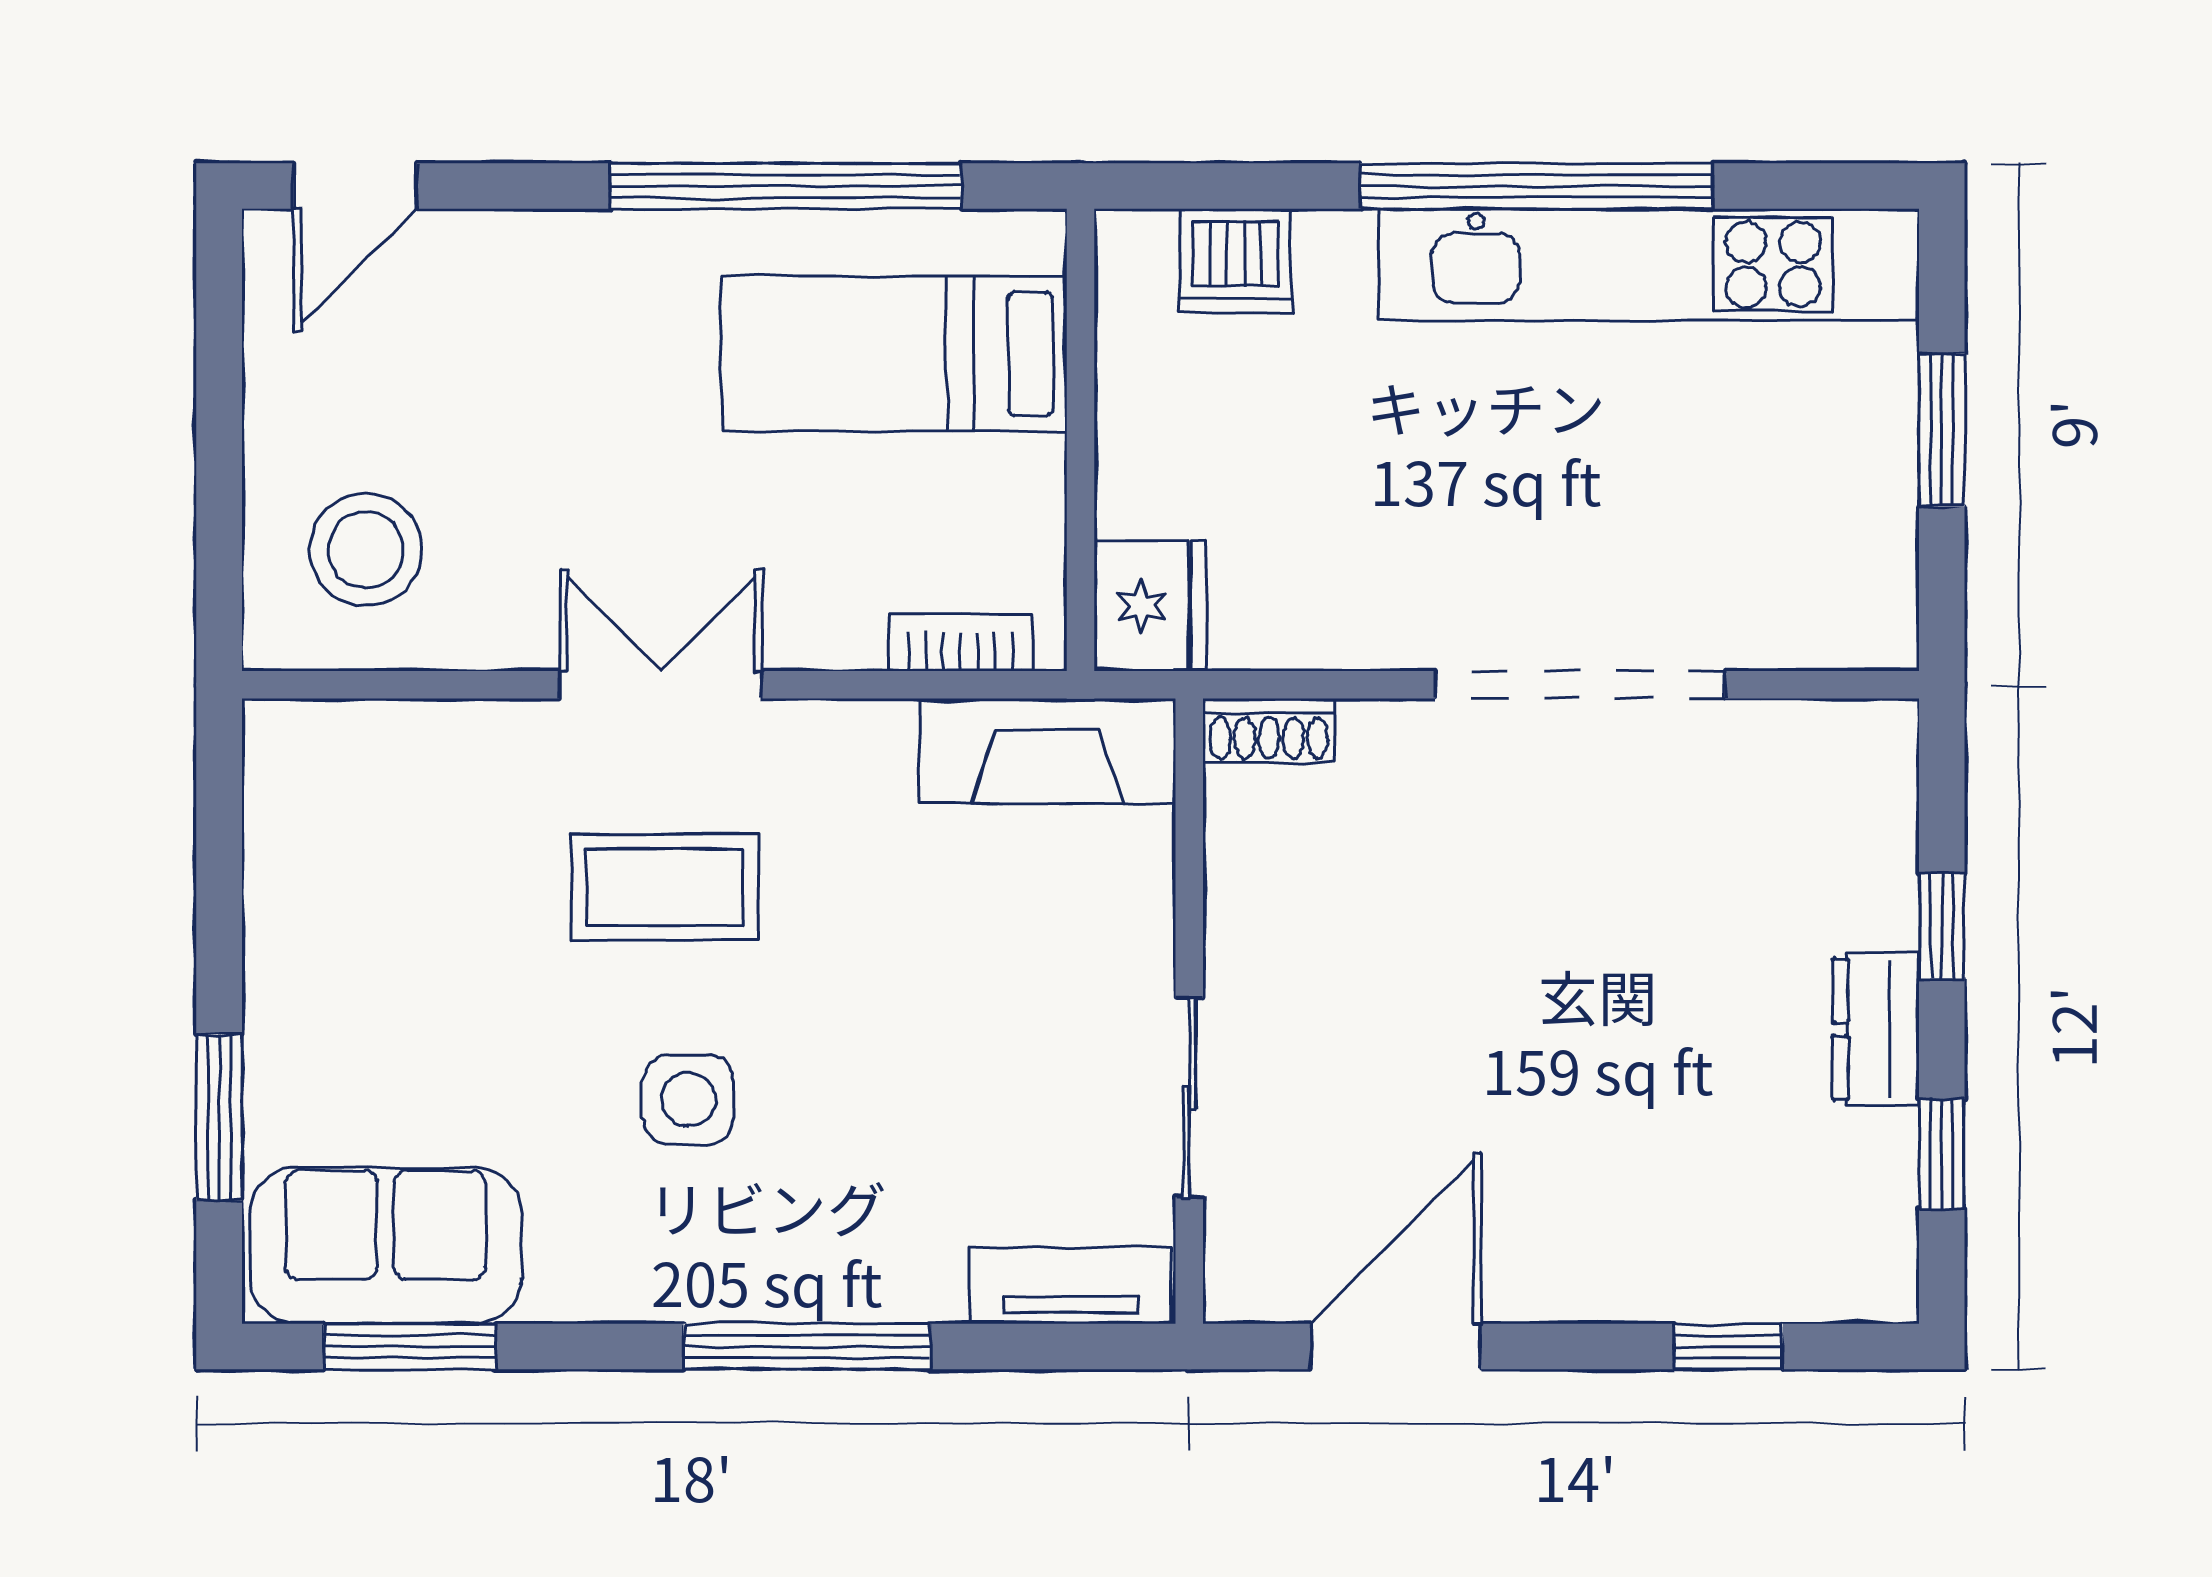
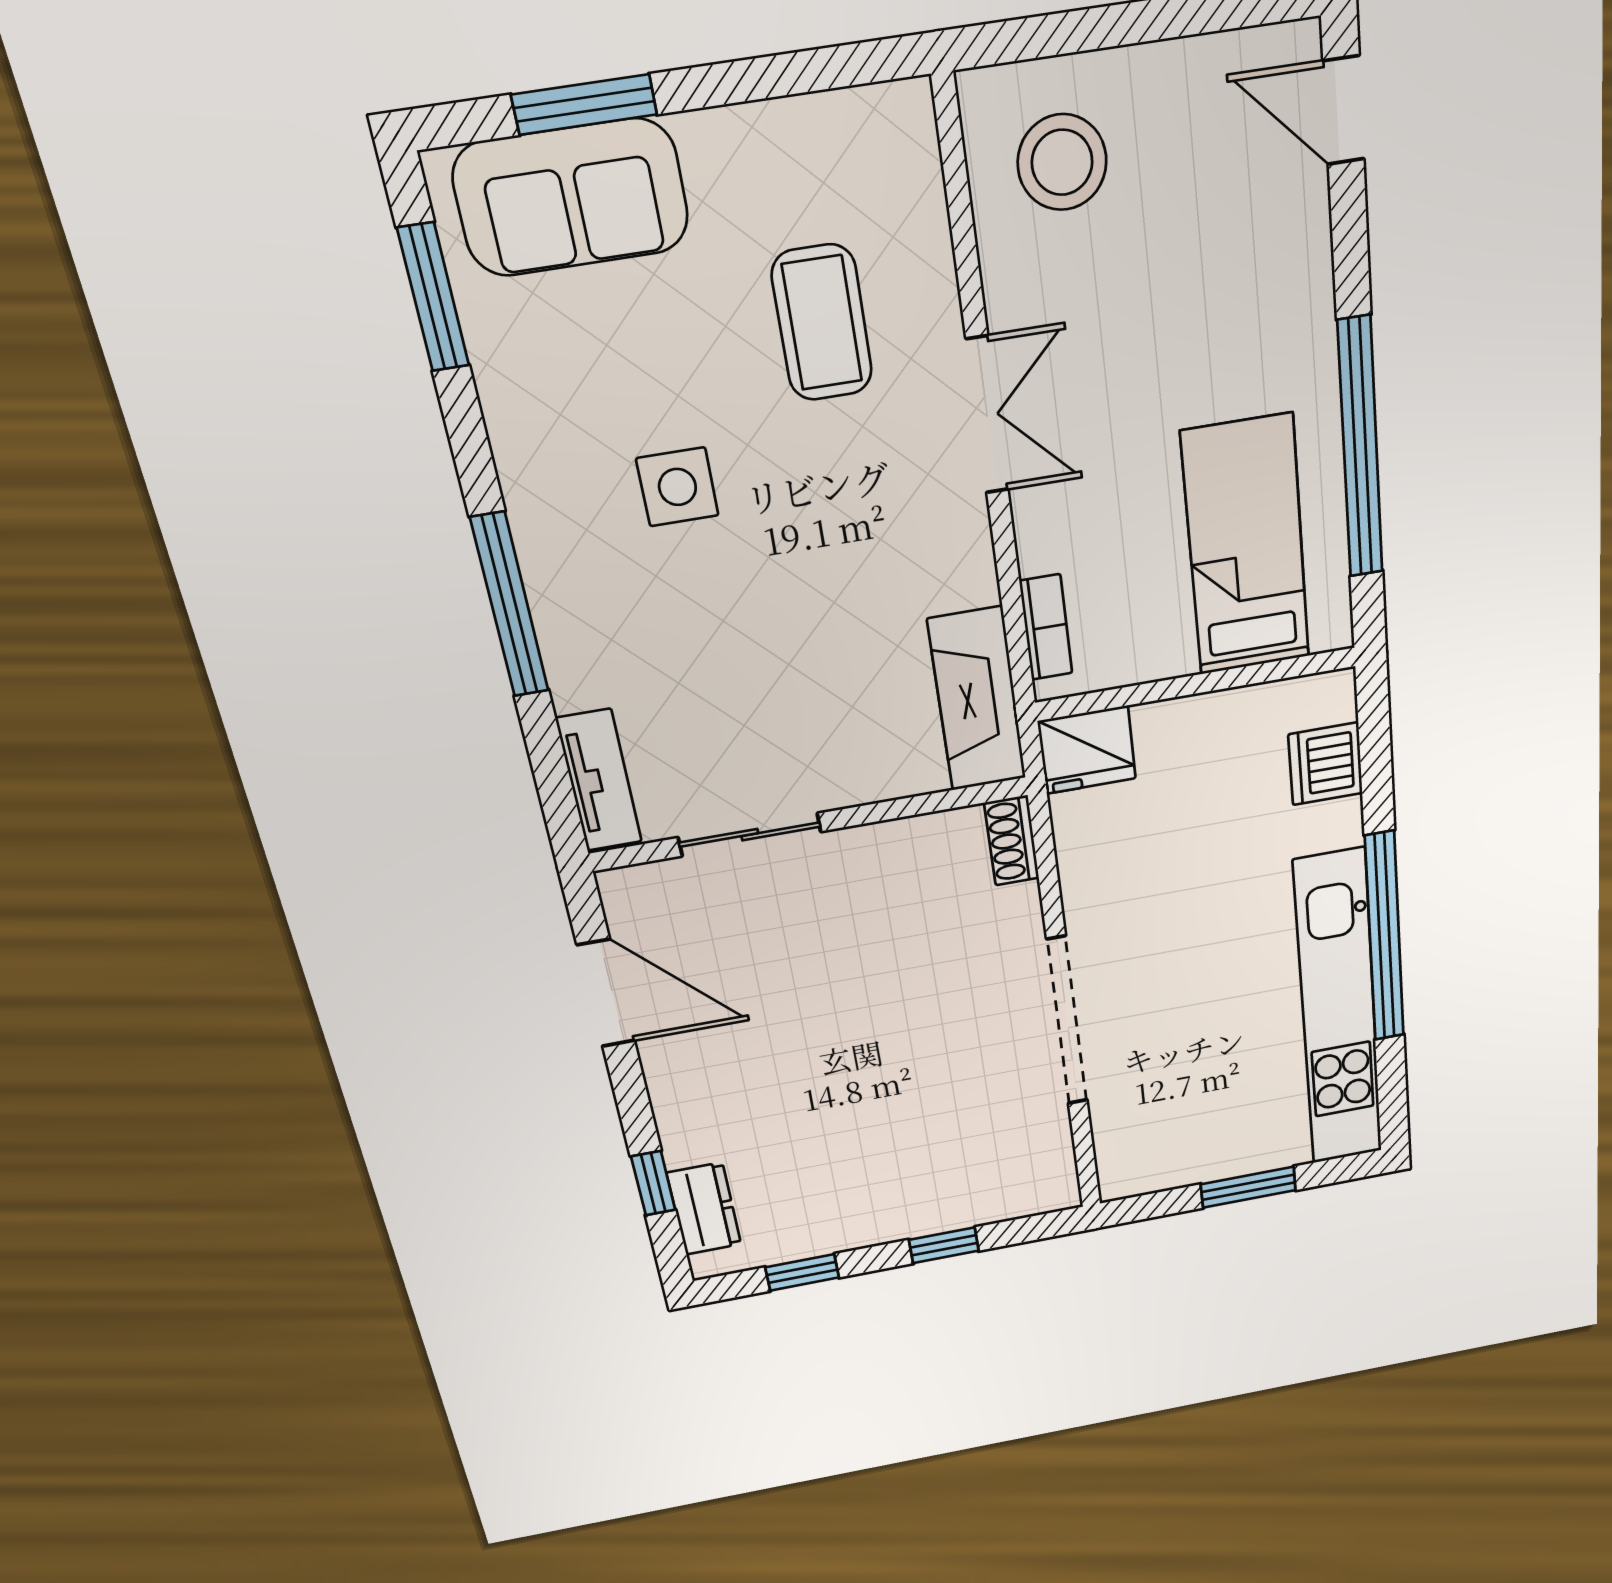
coffee table: (665, 887) -> (822, 323), moved
dresser: (1876, 1029) -> (704, 1209), moved, turned 90
sofa: (386, 1245) -> (571, 198), moved, turned 90

